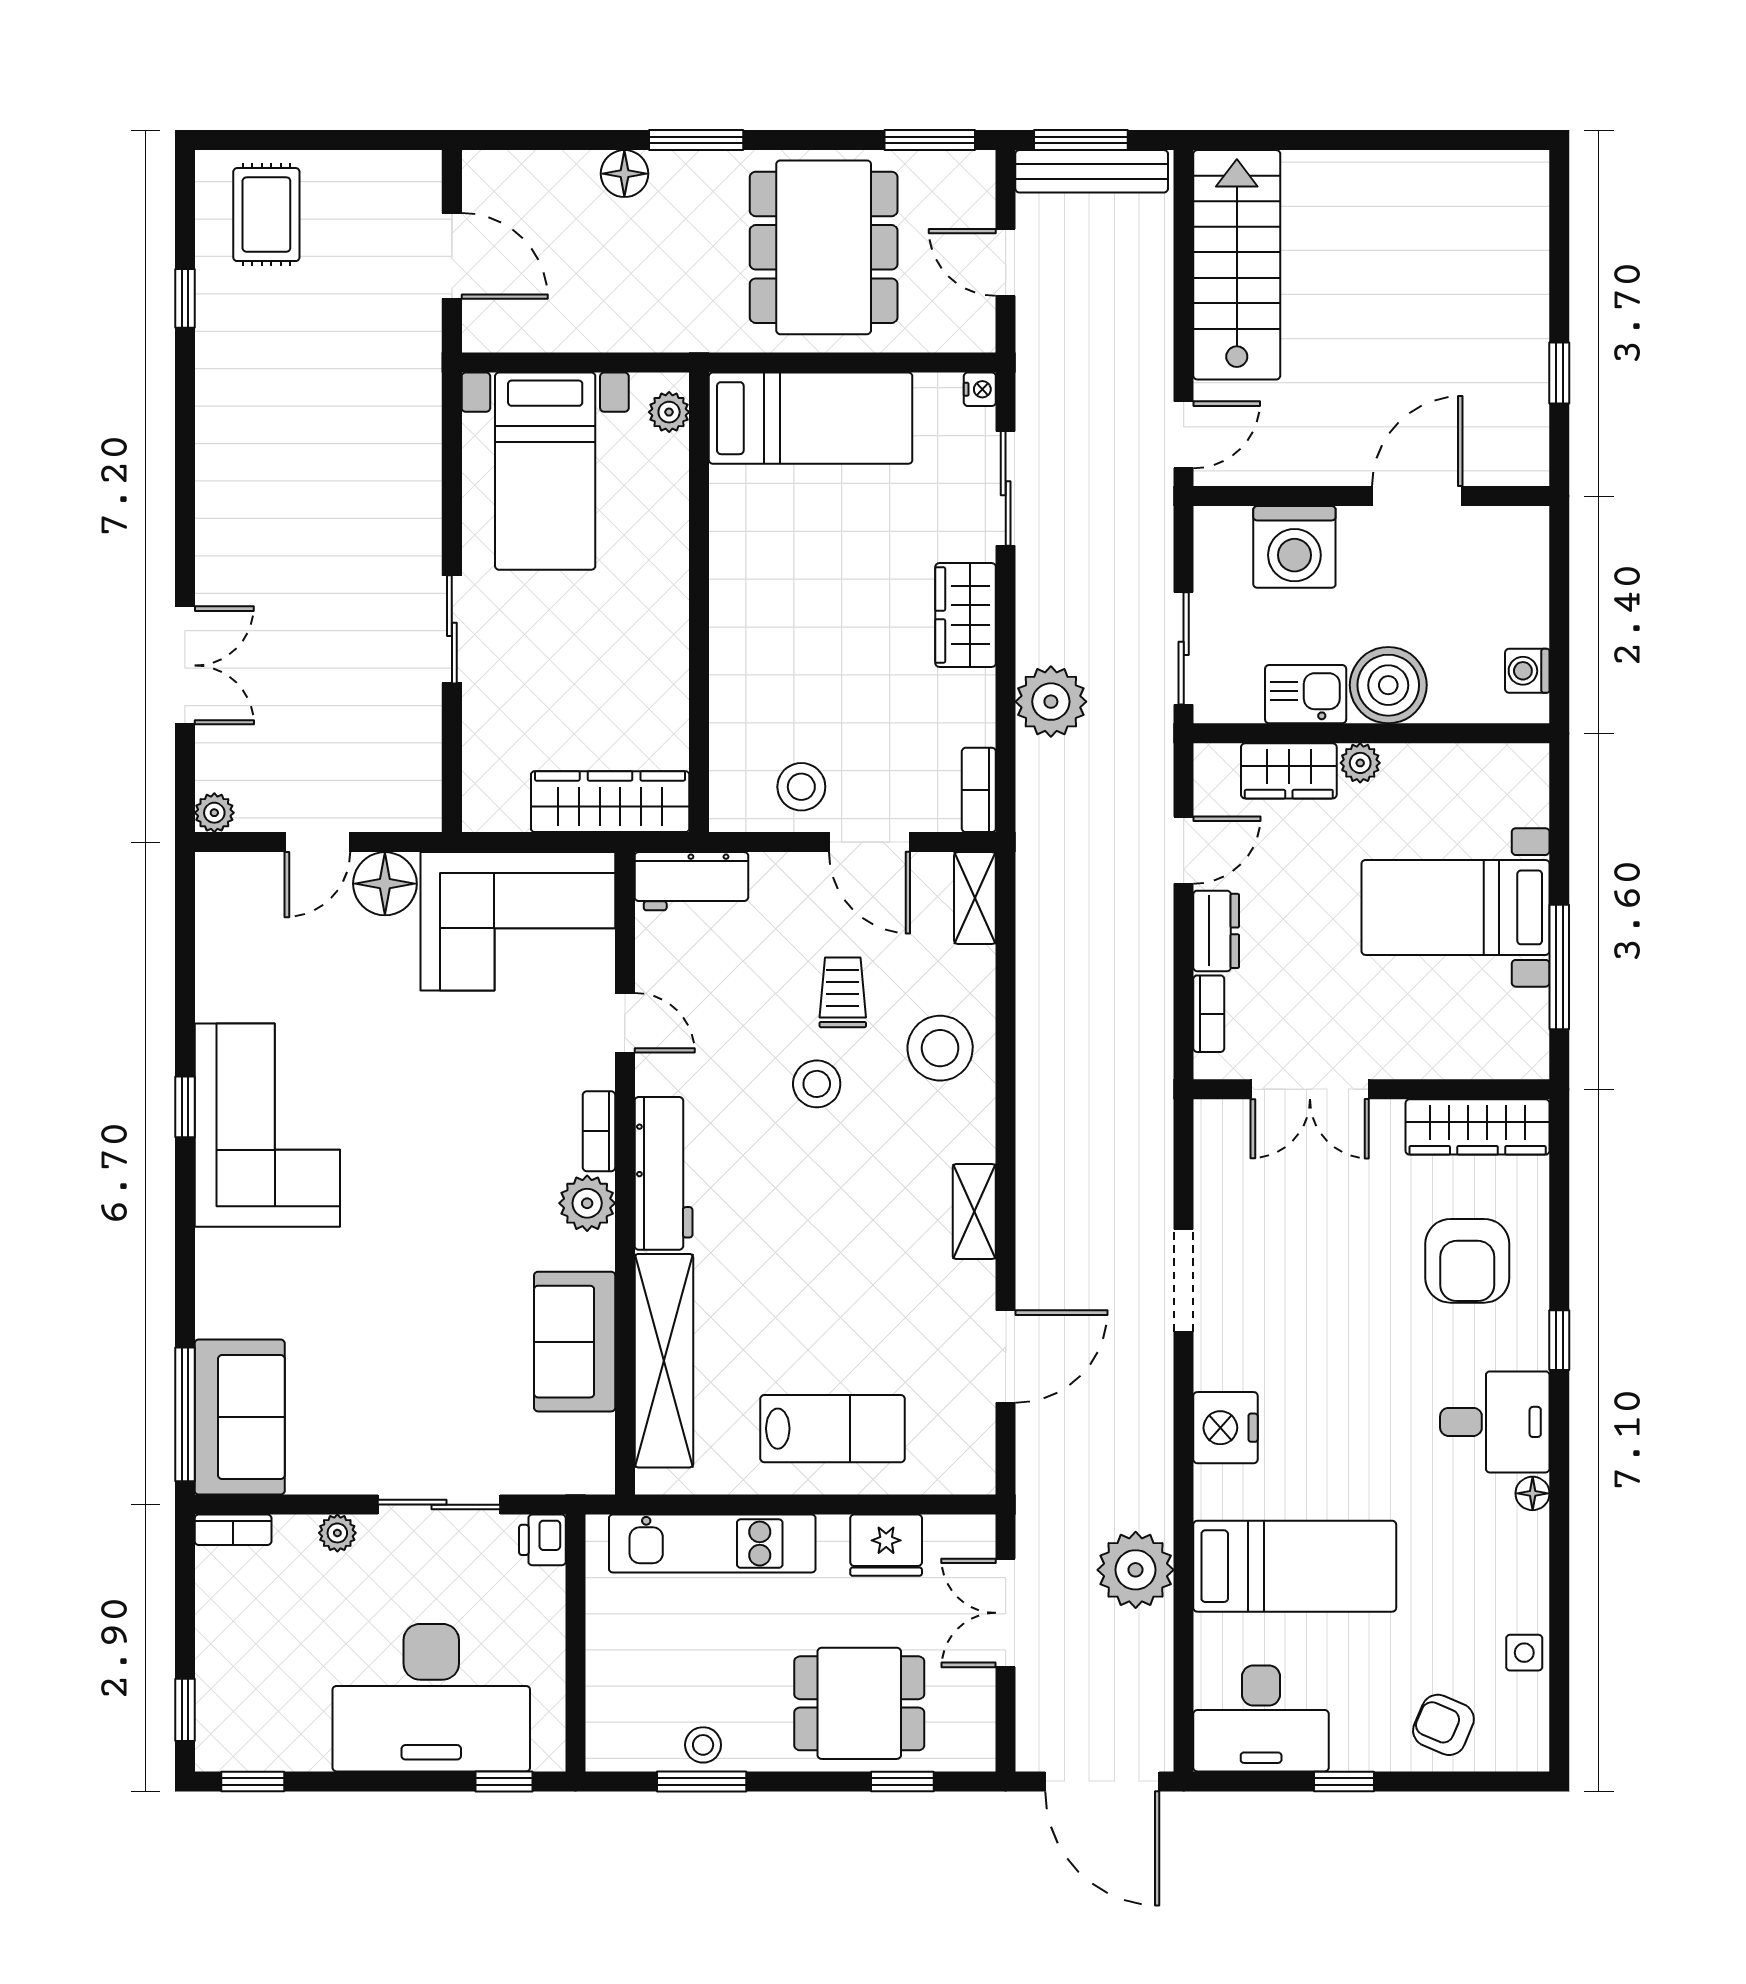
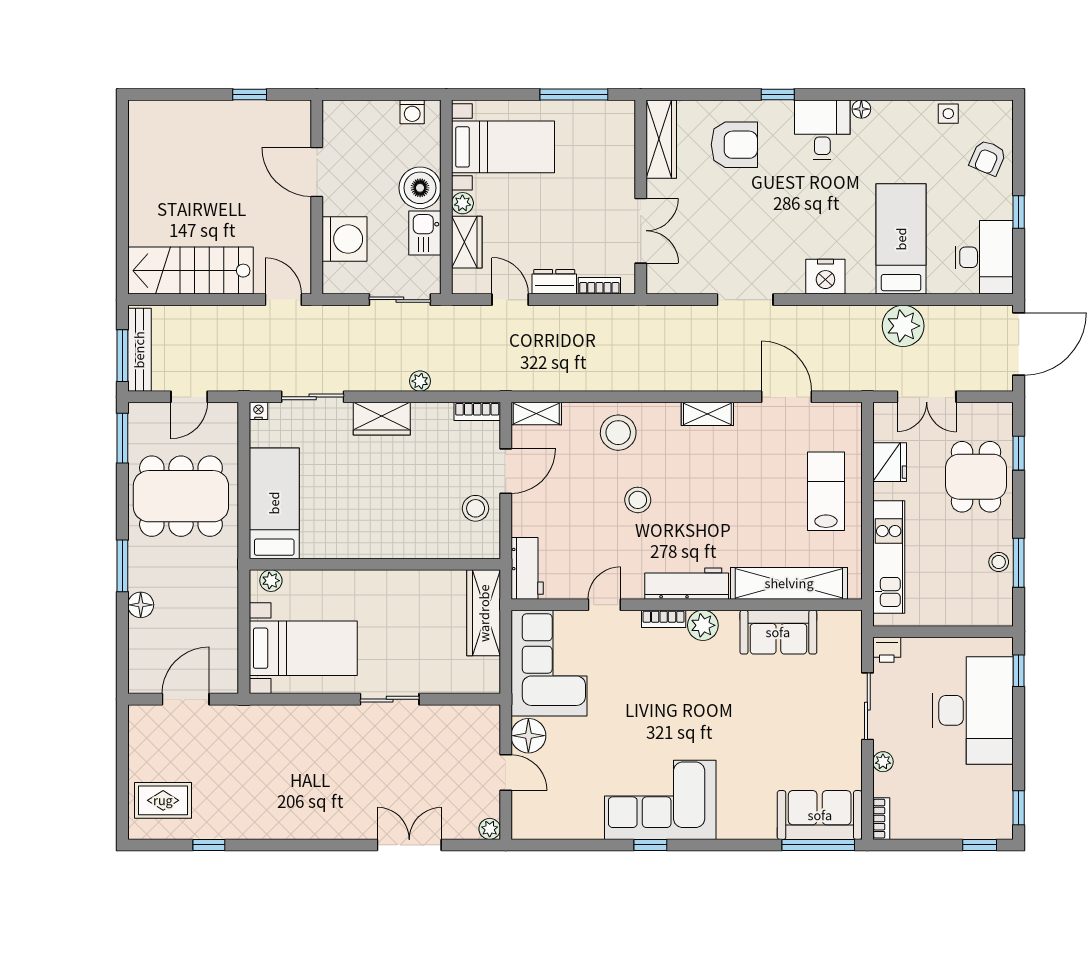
plant: (1051, 702) -> (420, 381), width x0.53, depth x0.53
bed with nightstands: (1456, 907) -> (503, 147), moved, turned -90
trolley: (843, 992) -> (588, 486), removed

